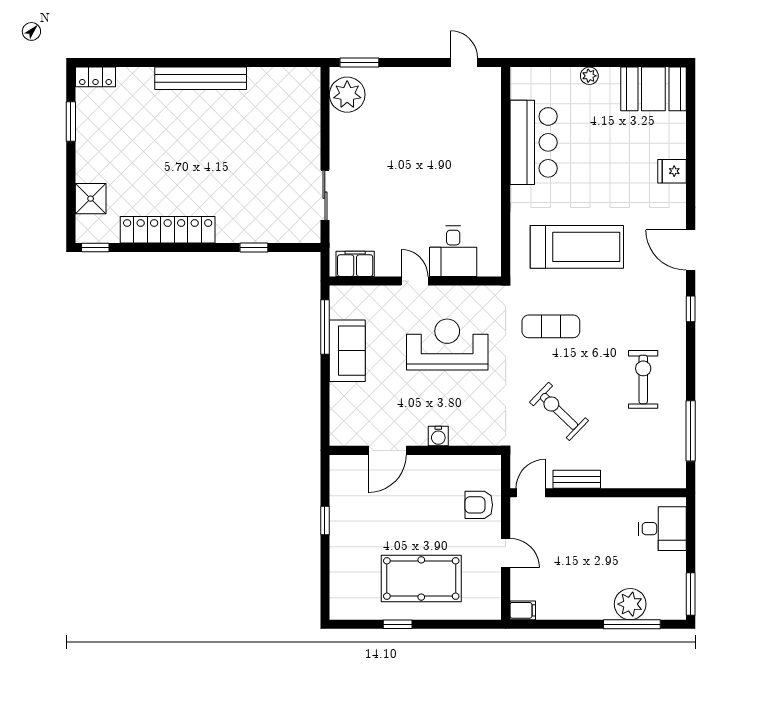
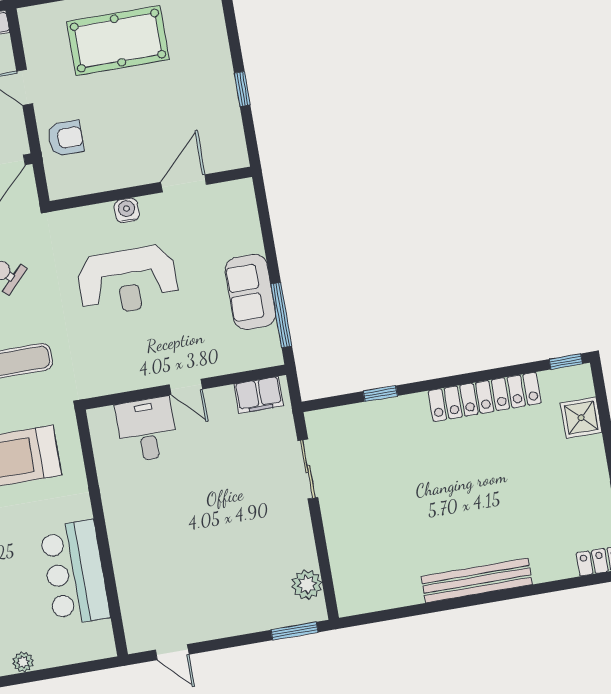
plant: (347, 95) -> (307, 585), width x0.73, depth x0.73
reception desk: (447, 344) -> (128, 280), moved

